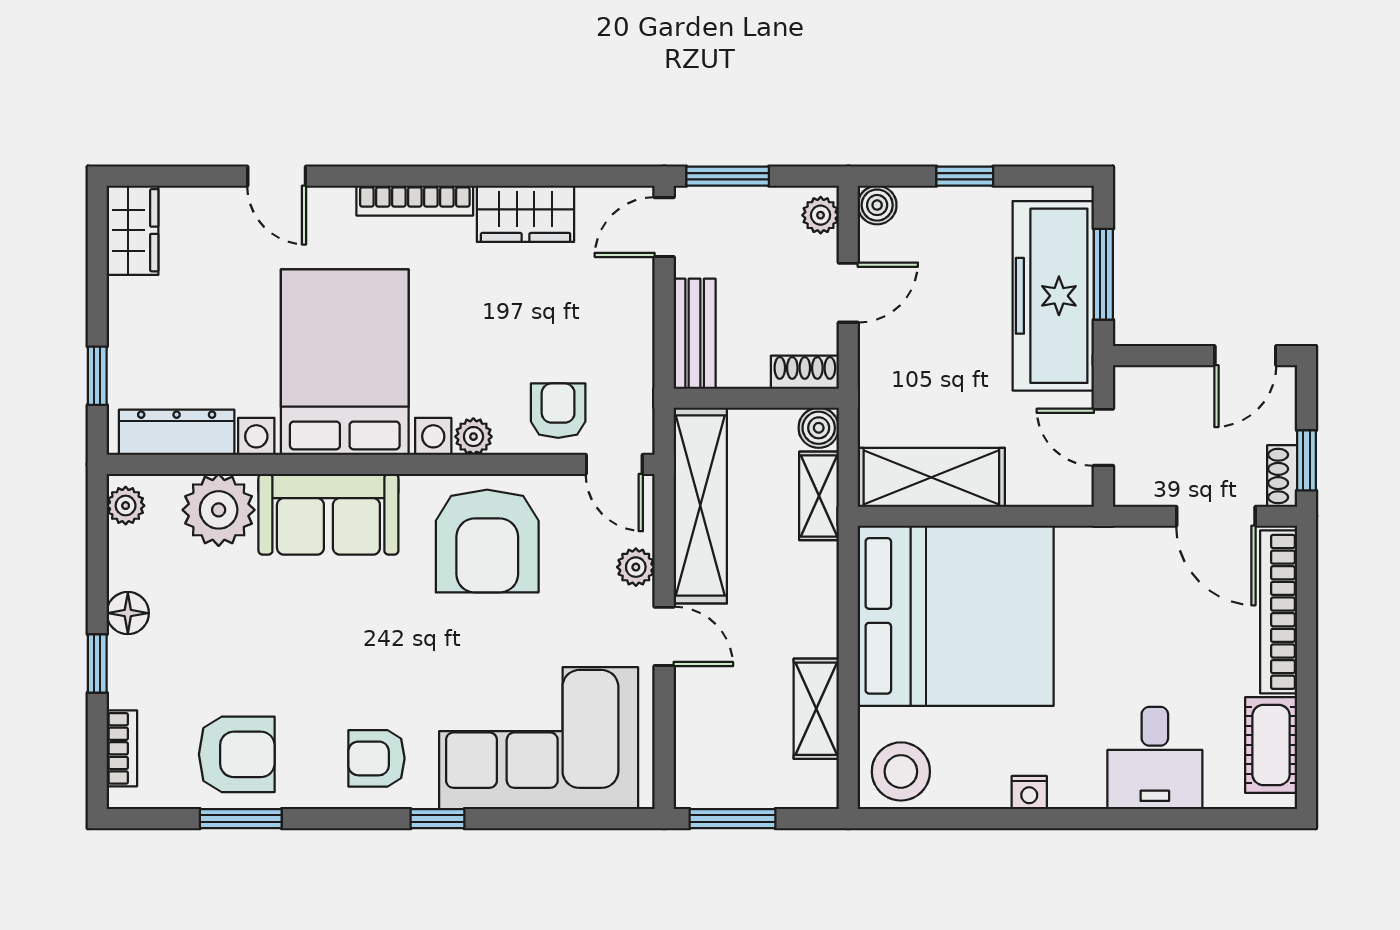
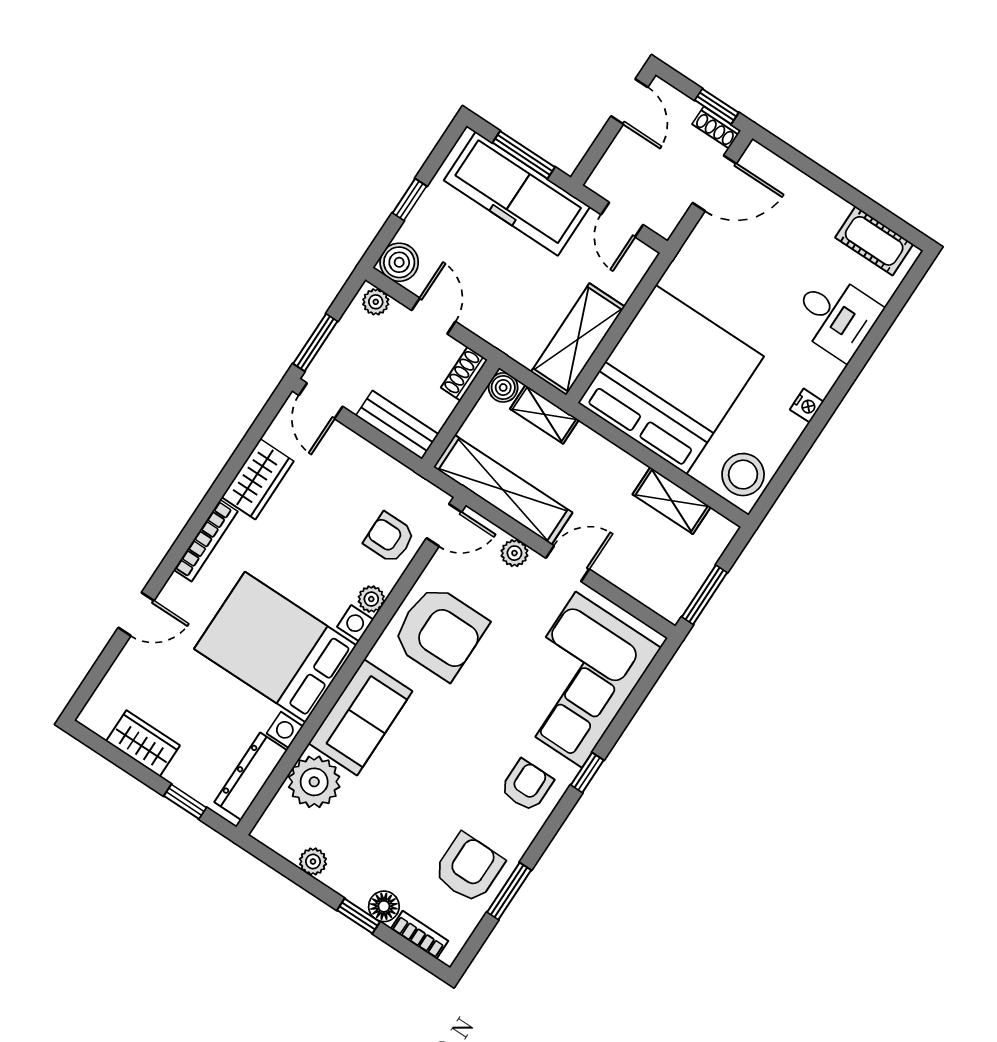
boiler: (877, 205) -> (399, 262), width x1.36, depth x1.36
wardrobe: (133, 230) -> (143, 743), moved
door: (1103, 437) -> (622, 220), hinge flipped
plant: (126, 506) -> (313, 862), moved
bookcase: (1279, 612) -> (797, 183), removed
floor lamp: (128, 613) -> (384, 906), moved
armchair: (376, 758) -> (527, 785), turned 180

